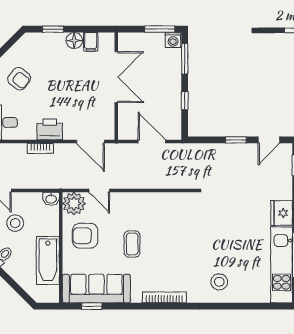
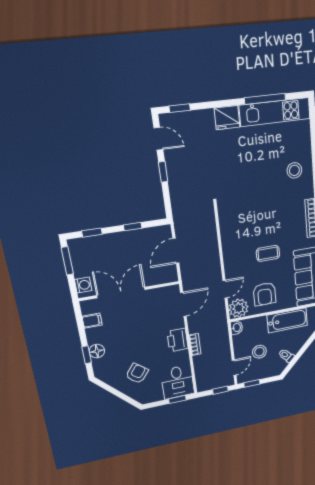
floor lamp: (74, 40) -> (97, 351), moved
washing machine: (173, 40) -> (83, 285), moved
window: (185, 59) -> (92, 233), width x0.67

